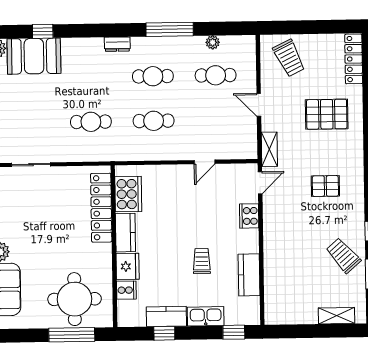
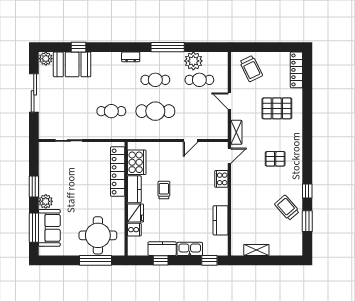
plant: (213, 42) -> (193, 61), width x1.87, depth x1.87
cafe table: (154, 121) -> (155, 111), width x1.37, depth x1.35
trolley: (202, 261) -> (164, 190), moved
shelving: (337, 316) -> (256, 250), moved

